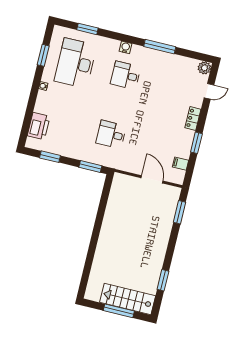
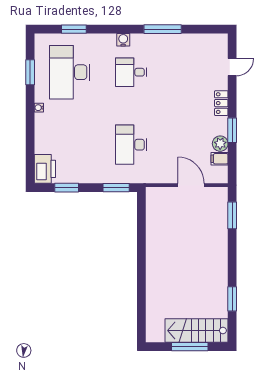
plant: (204, 68) -> (220, 144), moved
printer: (39, 126) -> (45, 169), moved
desk: (111, 134) -> (131, 145), width x1.37

